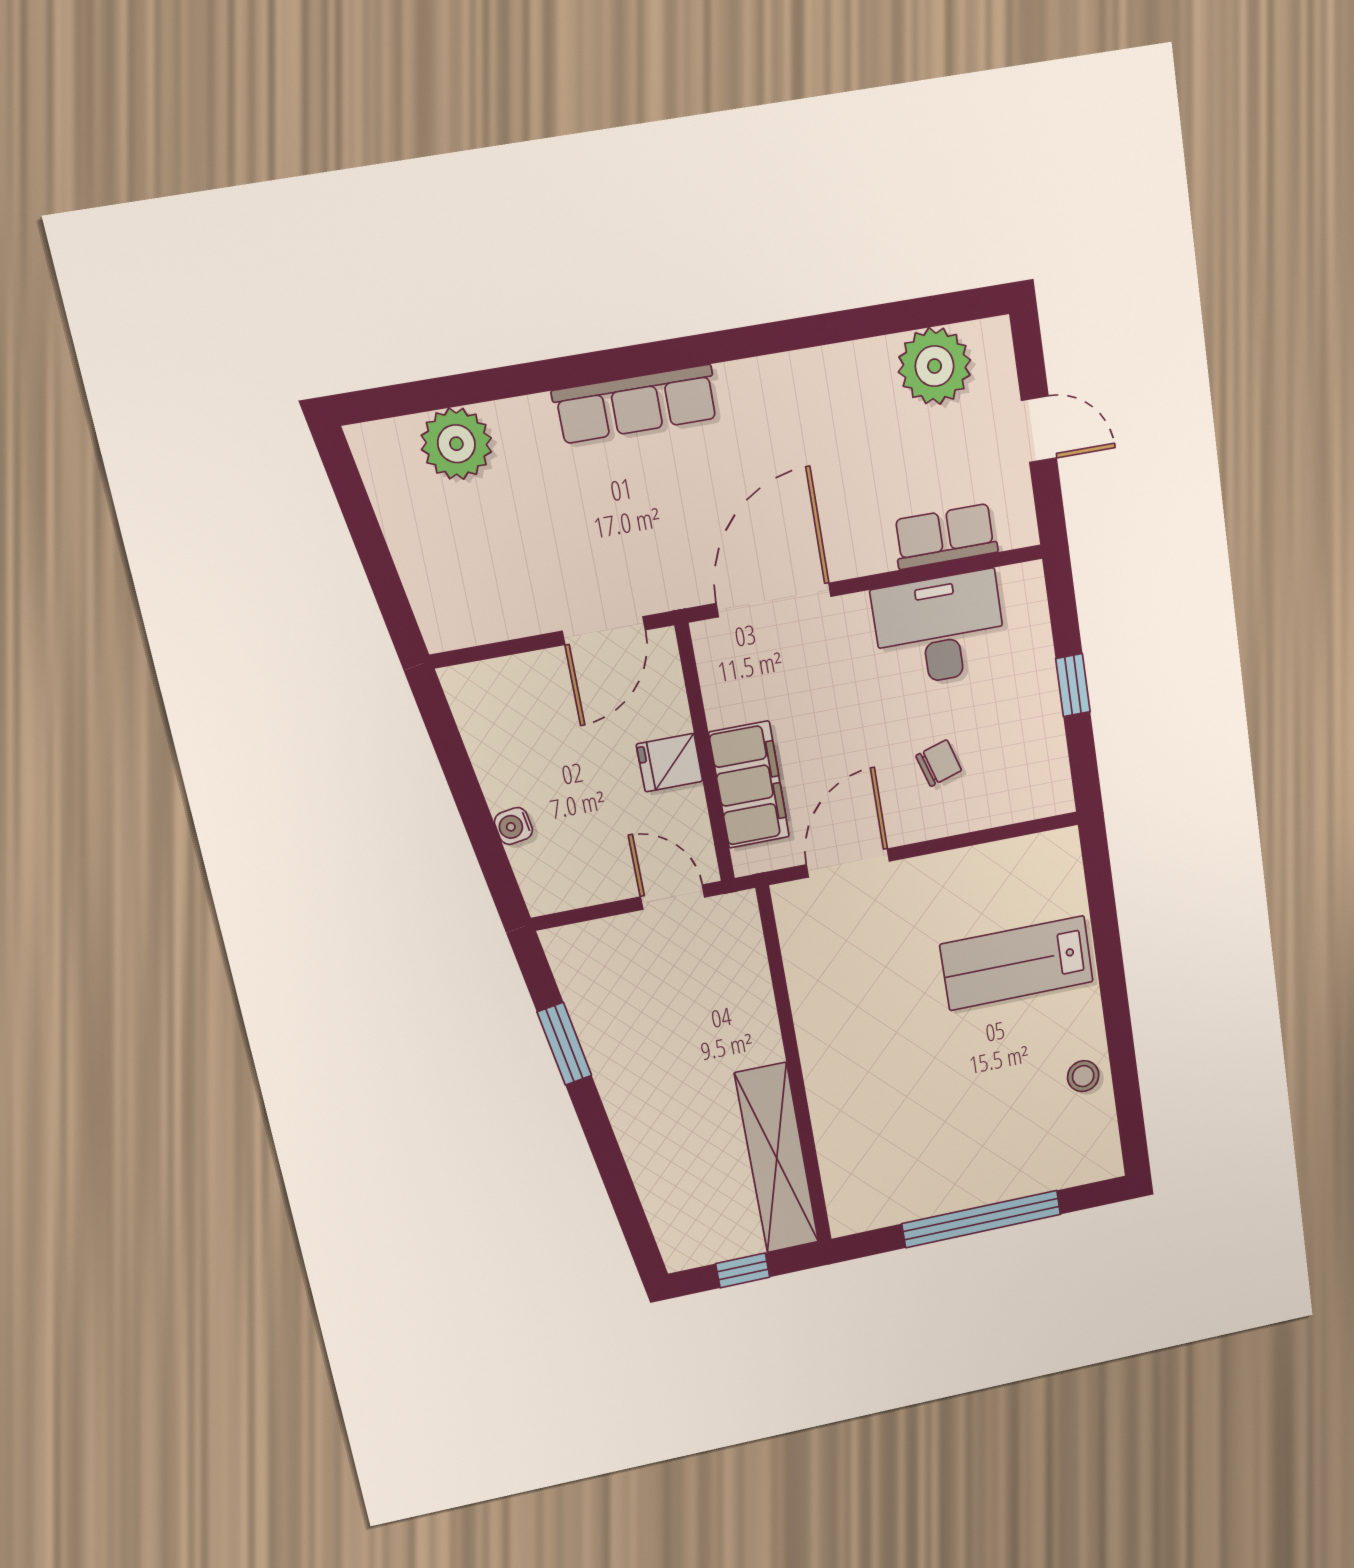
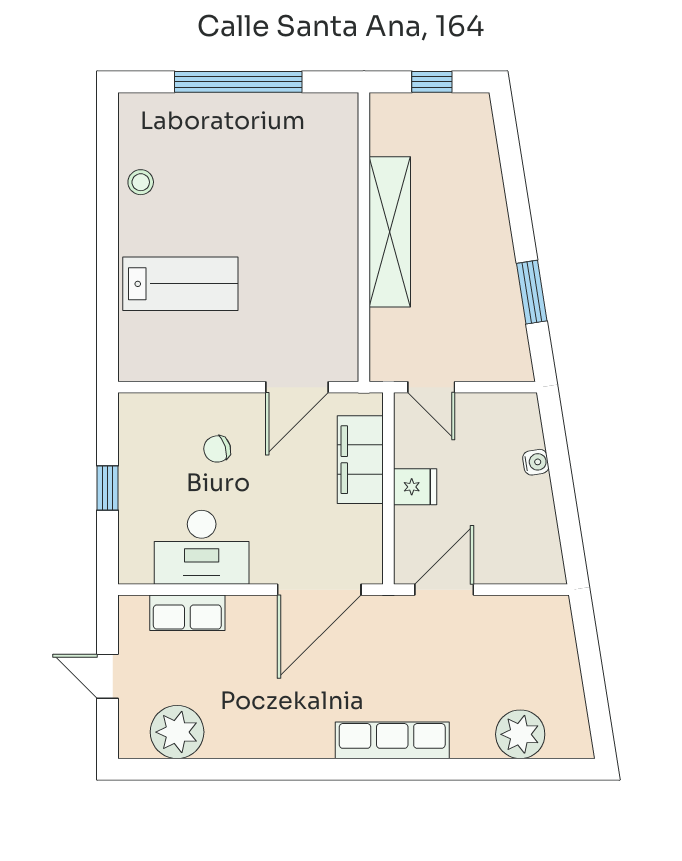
shelving: (777, 1158) -> (390, 232), moved

